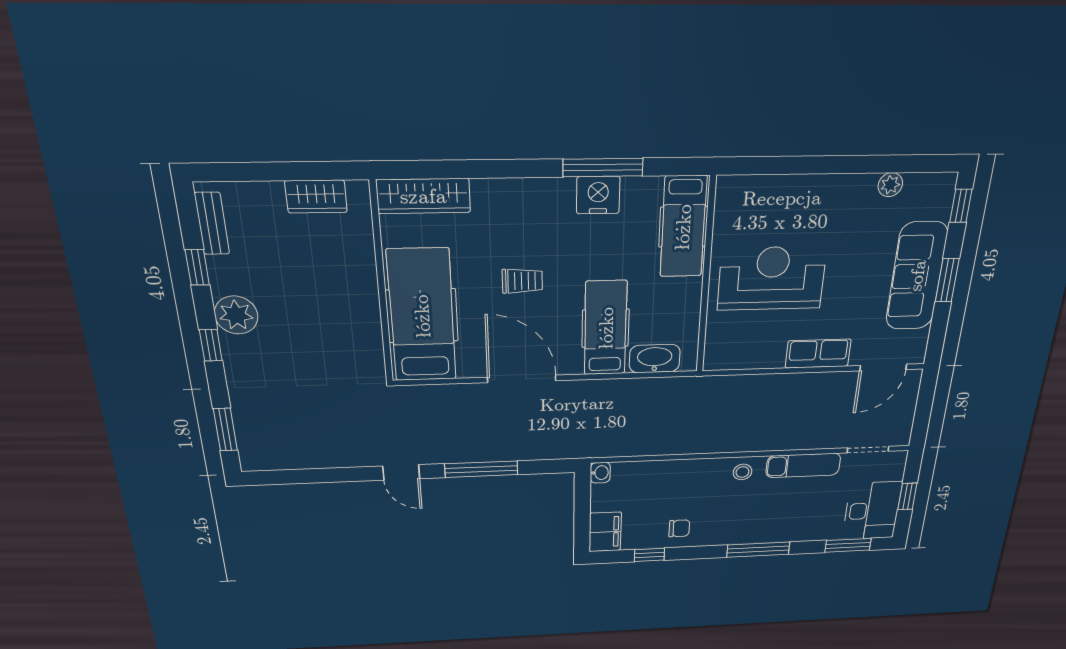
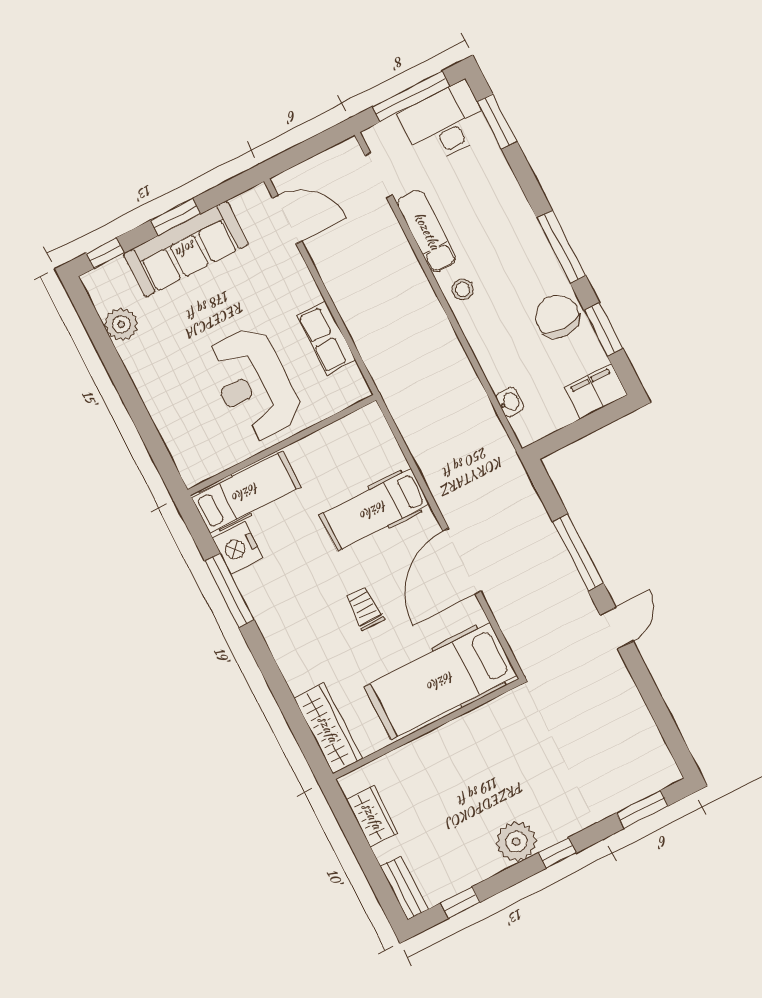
plant: (890, 185) -> (121, 324), width x1.38, depth x1.38
nightstand: (598, 195) -> (238, 548), moved
bench: (212, 224) -> (404, 888), moved, turned 90
window: (197, 267) -> (460, 903), moved
row of seats: (818, 354) -> (326, 338), moved
washbasin: (655, 359) -> (383, 447), removed
washbasin: (600, 473) -> (510, 402), moved, turned 90
window: (907, 496) -> (411, 96), width x2.17
chair: (679, 528) -> (557, 316), width x1.87, depth x1.87
window: (758, 550) -> (561, 247), moved
window: (649, 555) -> (603, 329), width x1.50

